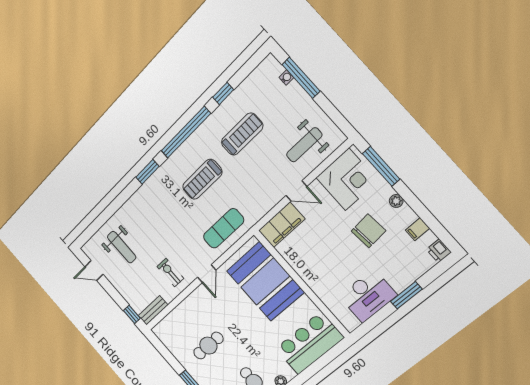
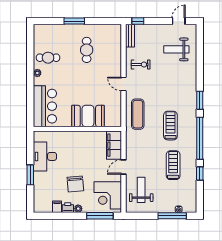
treadmill: (242, 134) -> (173, 165), turned 180
printer: (439, 251) -> (68, 208), moved
booth: (265, 282) -> (88, 116), width x0.73, depth x0.70

